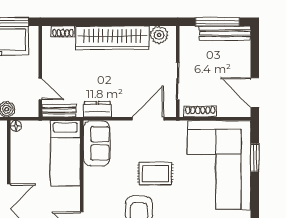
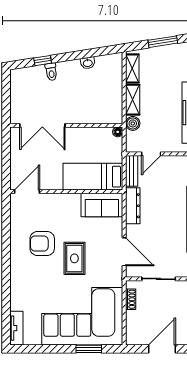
door: (255, 93) -> (162, 349), moved
dresser: (97, 109) -> (133, 206), width x1.44
shoe rack: (200, 112) -> (131, 299), width x0.70

